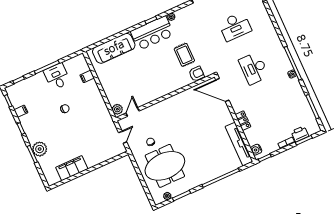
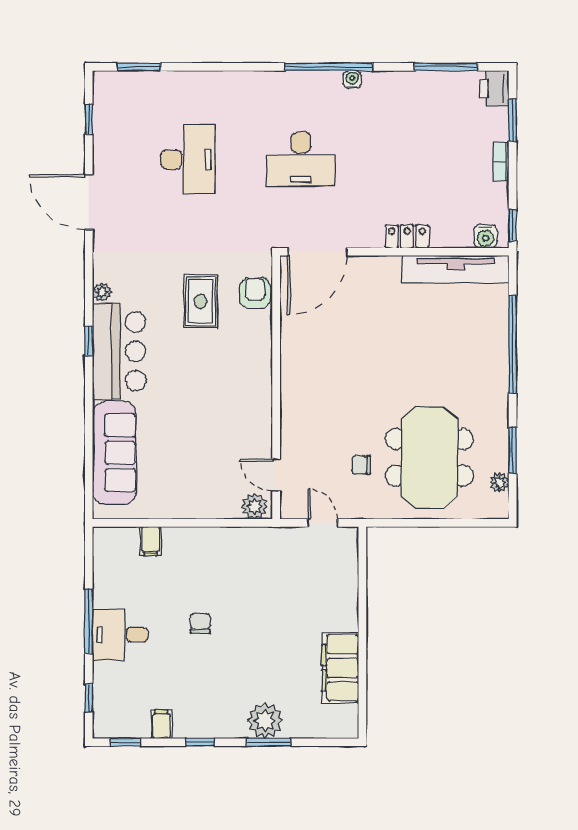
rug: (184, 55) -> (200, 301), turned 90
desk: (57, 77) -> (120, 635), moved
printer: (300, 134) -> (494, 88), moved

